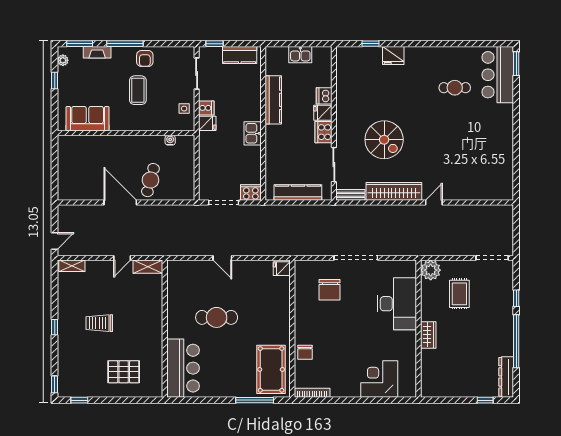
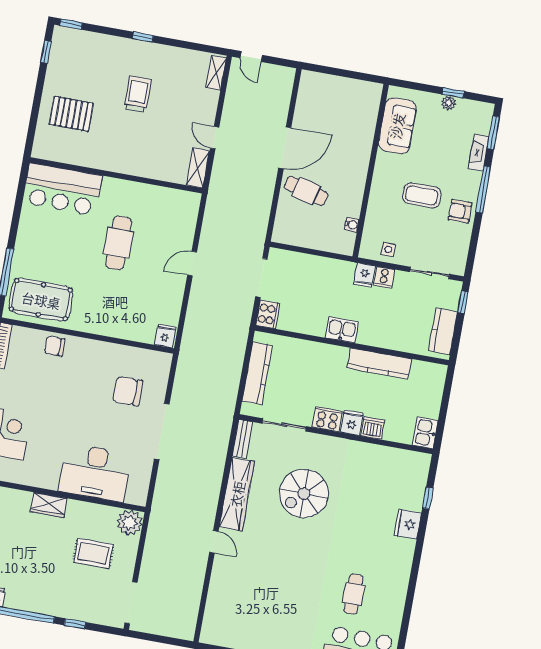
kitchen sink: (300, 55) -> (425, 433), moved
plant: (63, 60) -> (449, 103), moved
pallet: (124, 372) -> (71, 114), turned 90

